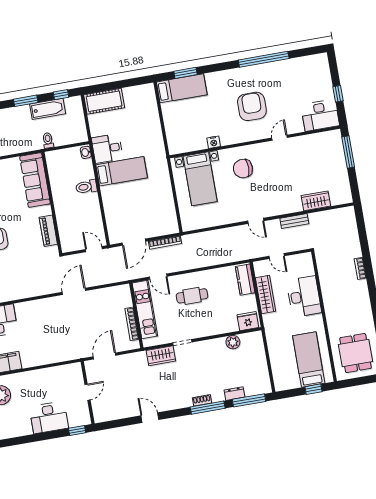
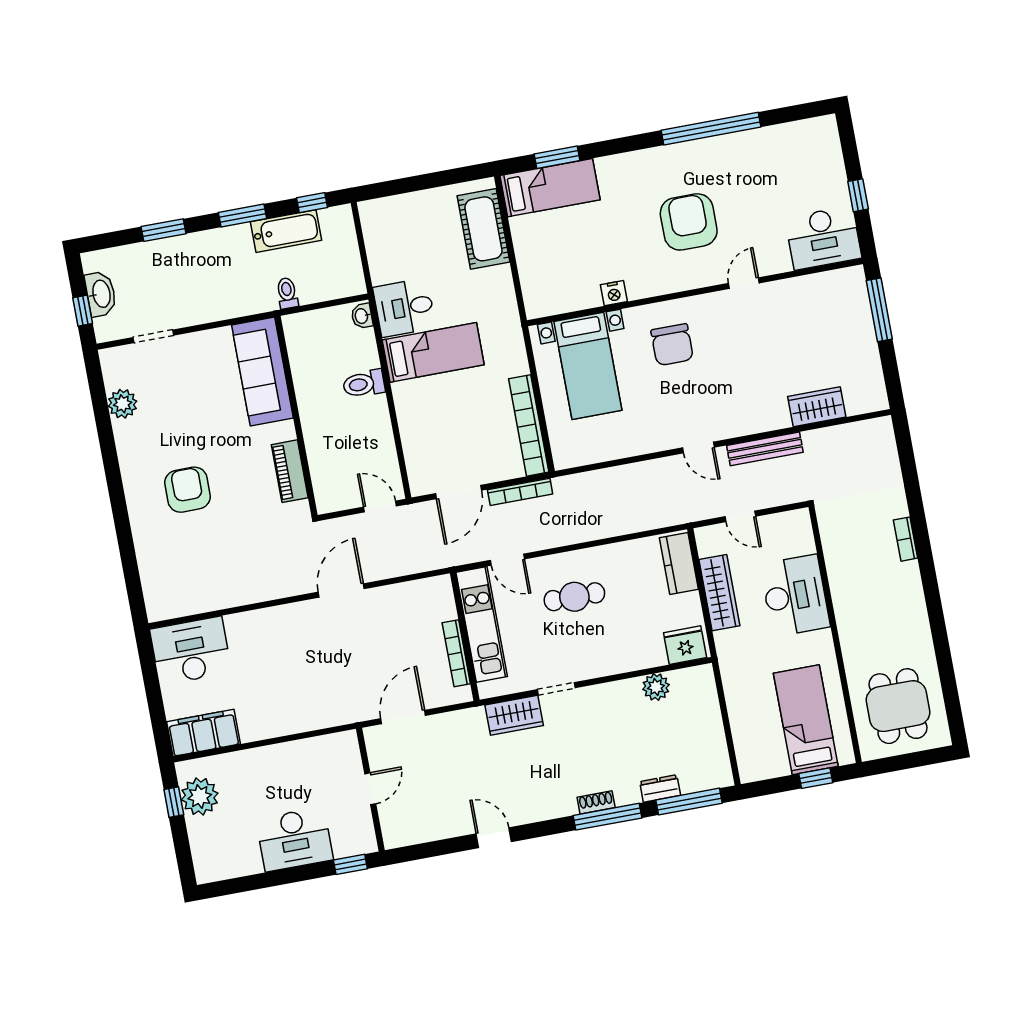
cot: (104, 101) -> (483, 229), moved, turned 90
chair: (243, 169) -> (672, 345), turned -90
bookcase: (170, 209) -> (529, 425), added
bench: (294, 221) -> (765, 449), width x1.36

